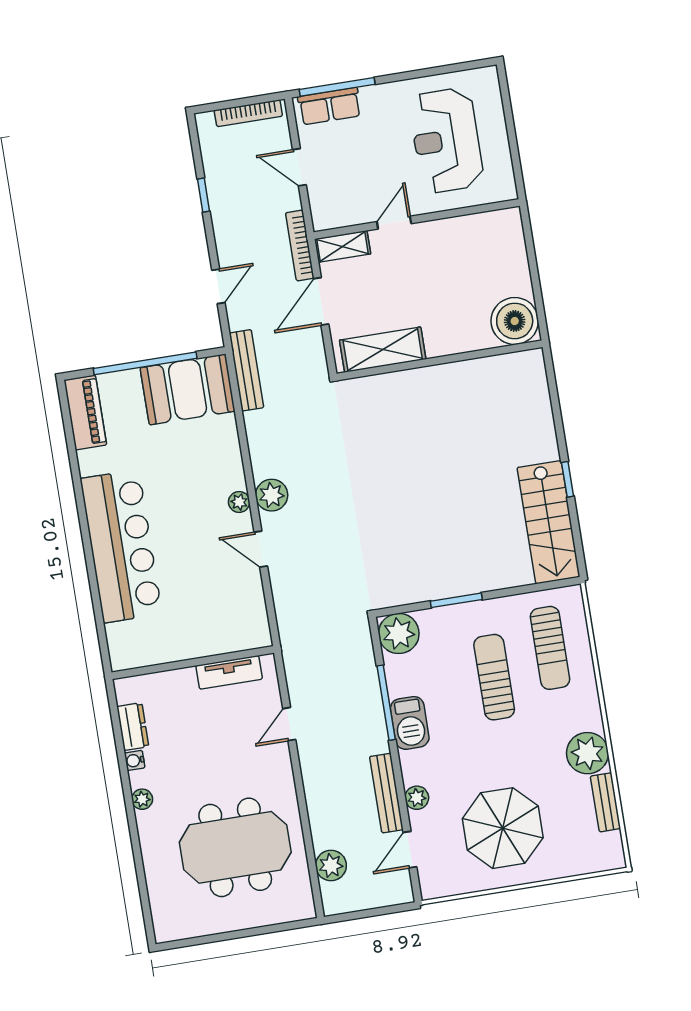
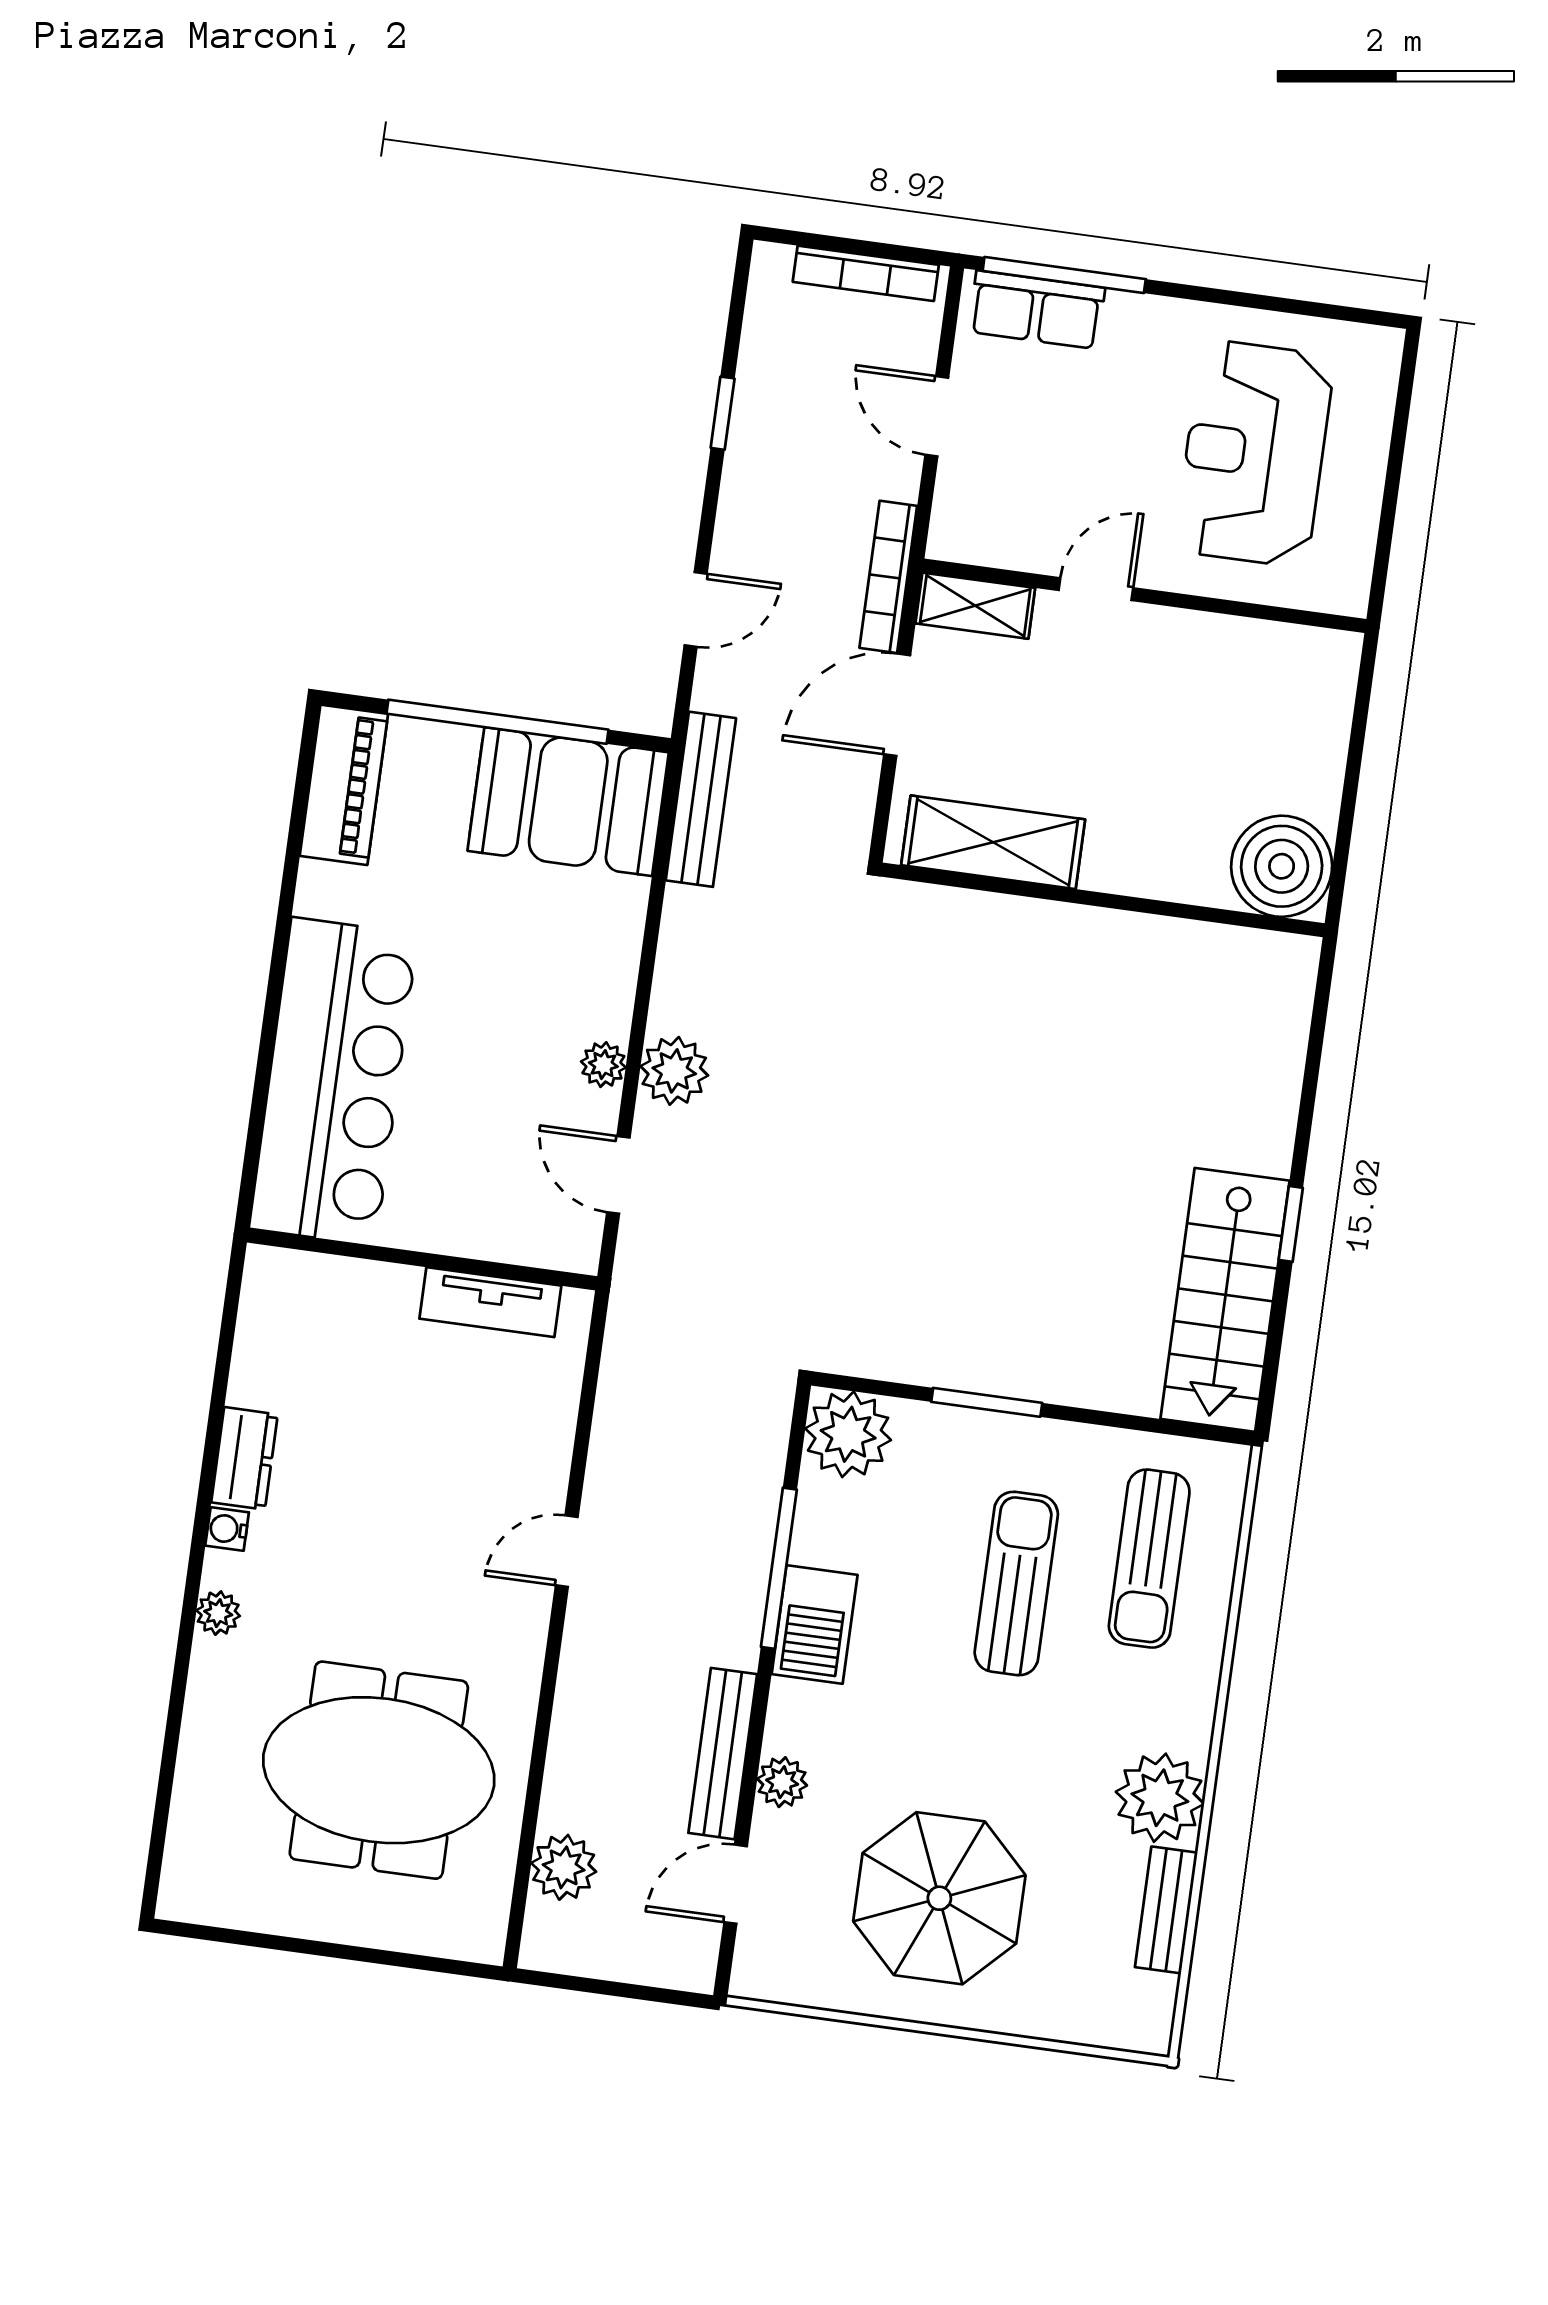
wall: (193, 663) -> (422, 1259), moved
tv unit: (229, 672) -> (490, 1302), moved

